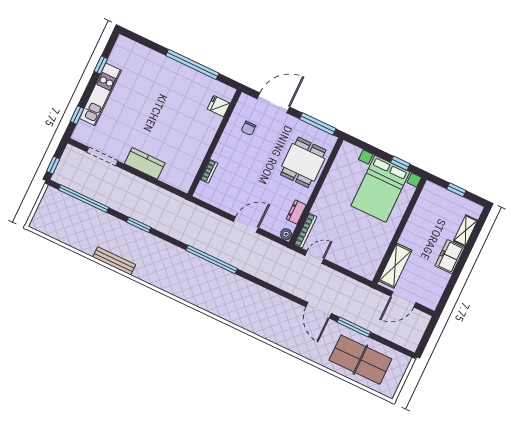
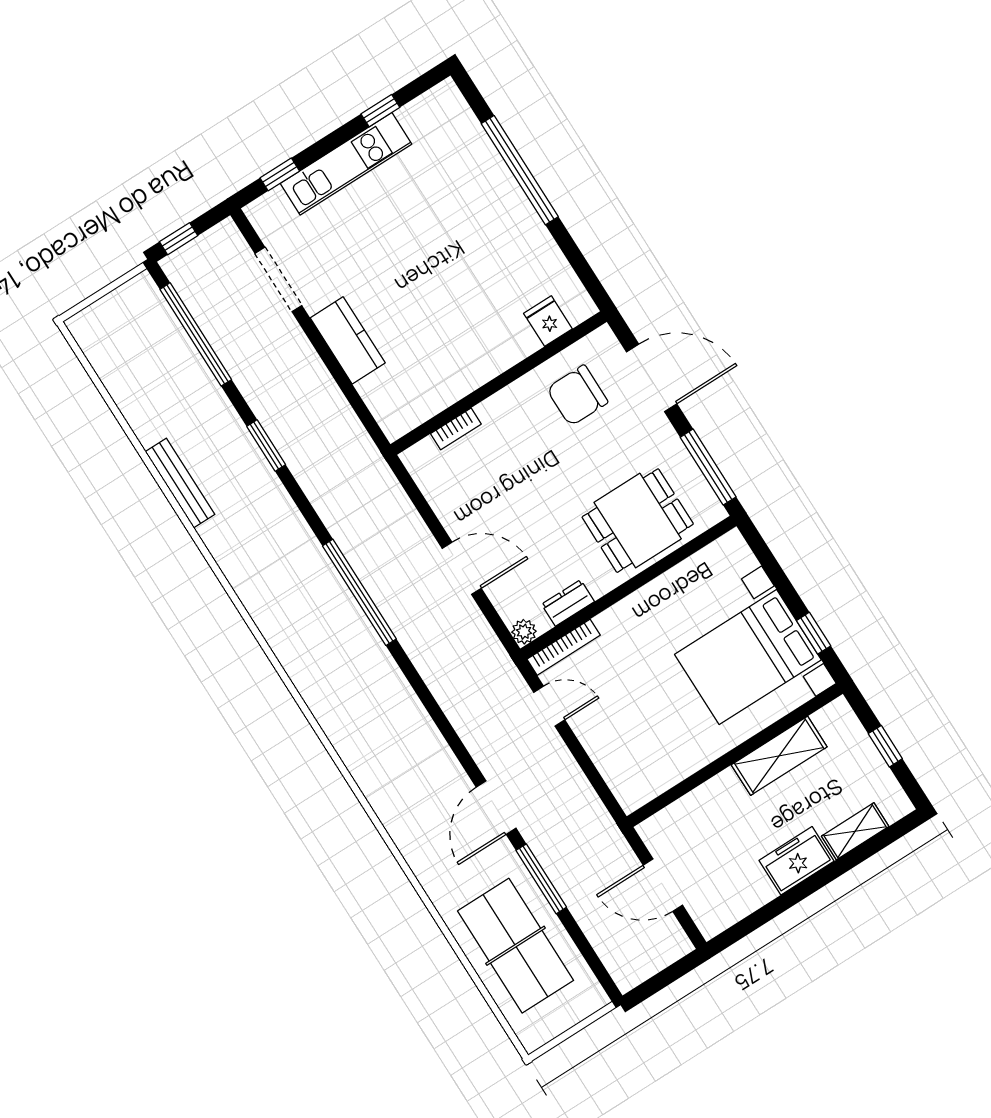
window: (192, 64) -> (520, 170), moved
chair: (249, 128) -> (577, 395), width x1.87, depth x1.87
shelving: (395, 266) -> (779, 756), moved

